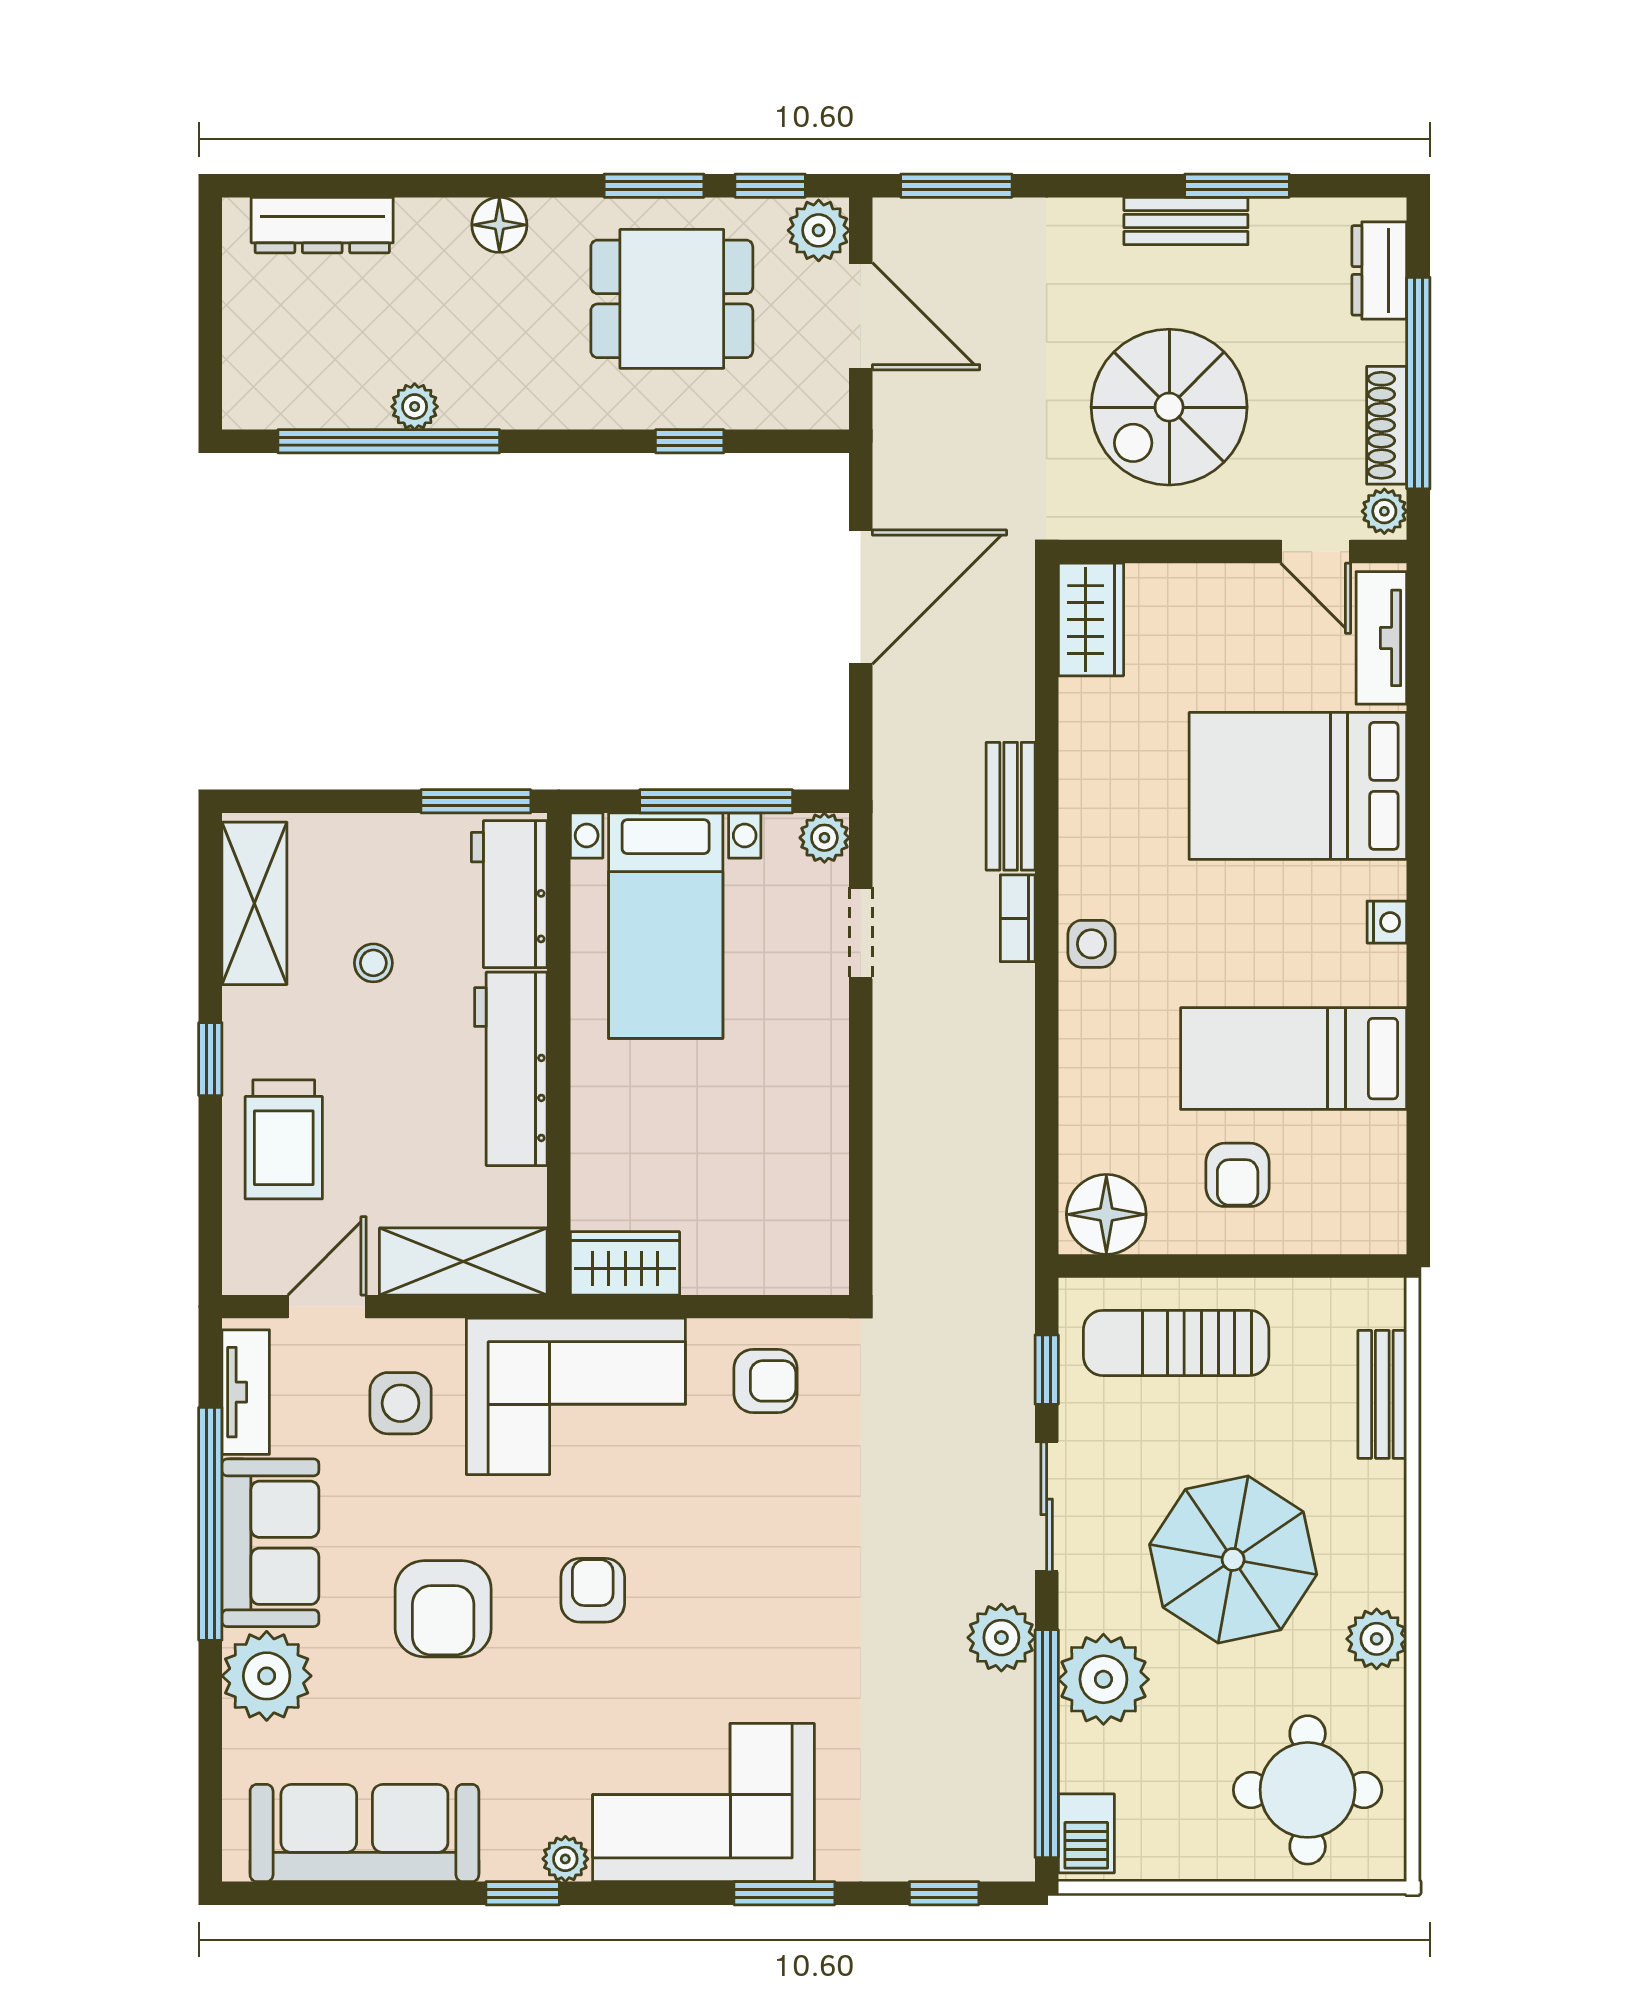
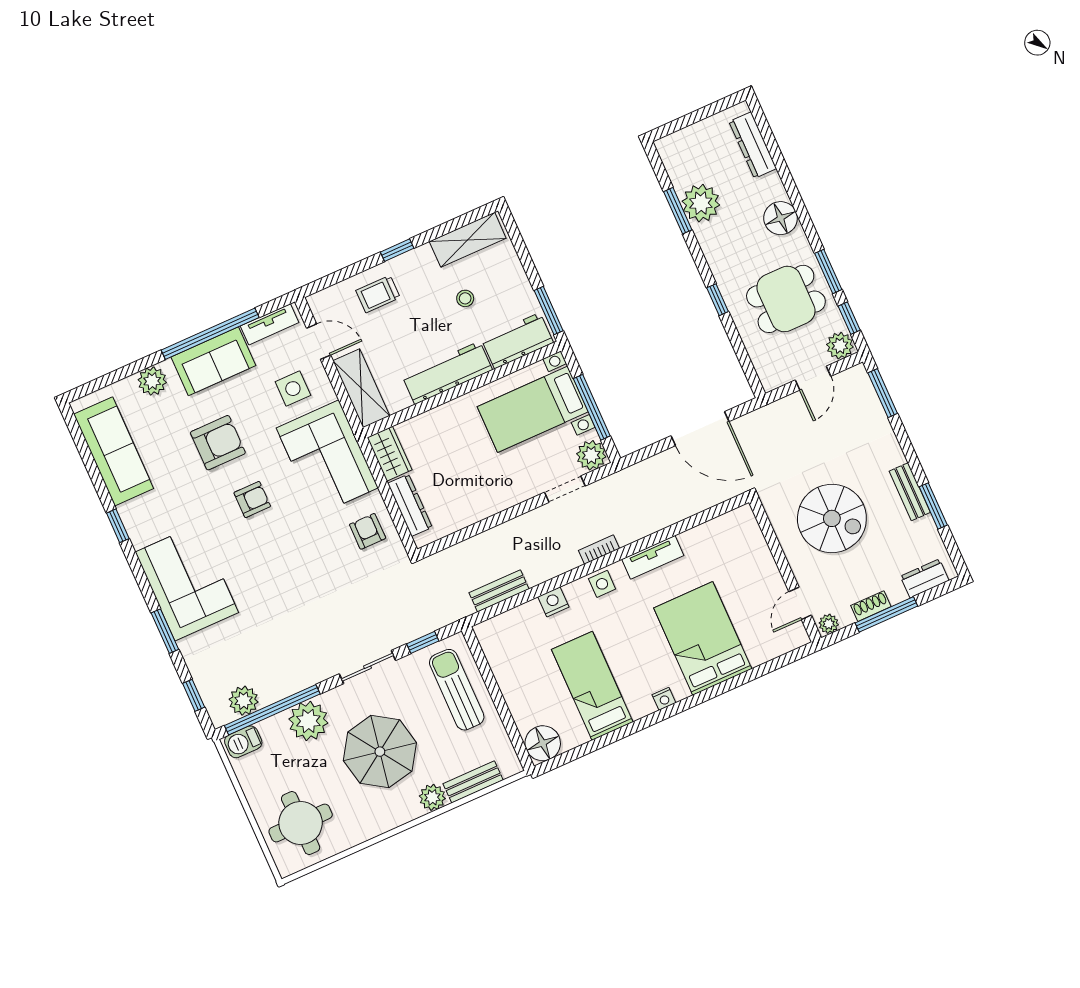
floor lamp: (499, 225) -> (781, 218), width x1.38, depth x1.38
dining table: (672, 299) -> (786, 299), turned 90
door: (861, 316) -> (813, 378), width x0.73
window: (1418, 383) -> (886, 614), width x0.68
plant: (415, 407) -> (701, 203), width x1.88, depth x1.88
spiral stairs: (1169, 407) -> (832, 518), turned 180
shoe rack: (1387, 425) -> (871, 606), width x0.70
window: (389, 441) -> (678, 211), width x0.47
window: (690, 441) -> (718, 300), moved
wardrobe: (1091, 620) -> (732, 525), removed
tv unit: (1381, 638) -> (653, 557), moved, turned 180
bench: (1011, 806) -> (499, 591), moved
plant: (824, 838) -> (591, 455), width x1.38, depth x1.38
nightstand: (1084, 1061) -> (553, 602), added
trolley: (284, 1139) -> (378, 294), width x0.73, depth x0.72
armchair: (1238, 1175) -> (535, 684), removed
floor lamp: (1106, 1214) -> (543, 743), moved
dresser: (751, 1269) -> (410, 505), added
armchair: (765, 1381) -> (368, 531), turned 180
armchair: (443, 1609) -> (218, 443), turned 180
plant: (1001, 1638) -> (244, 701), moved
plant: (1377, 1639) -> (432, 797), moved
plant: (267, 1676) -> (152, 381), width x0.73, depth x0.73
plant: (565, 1859) -> (139, 537), removed

